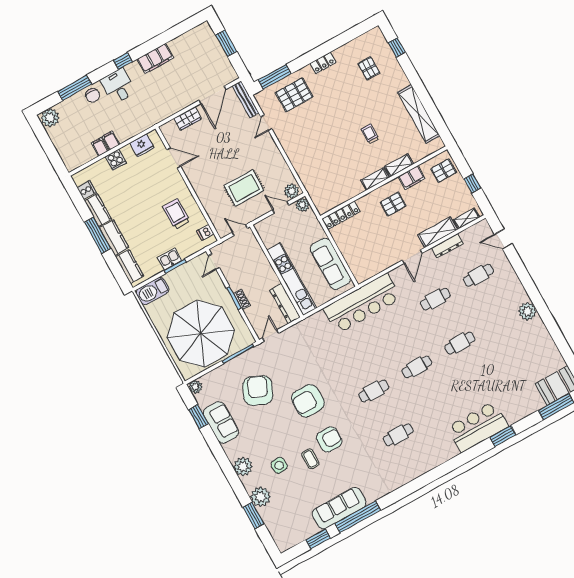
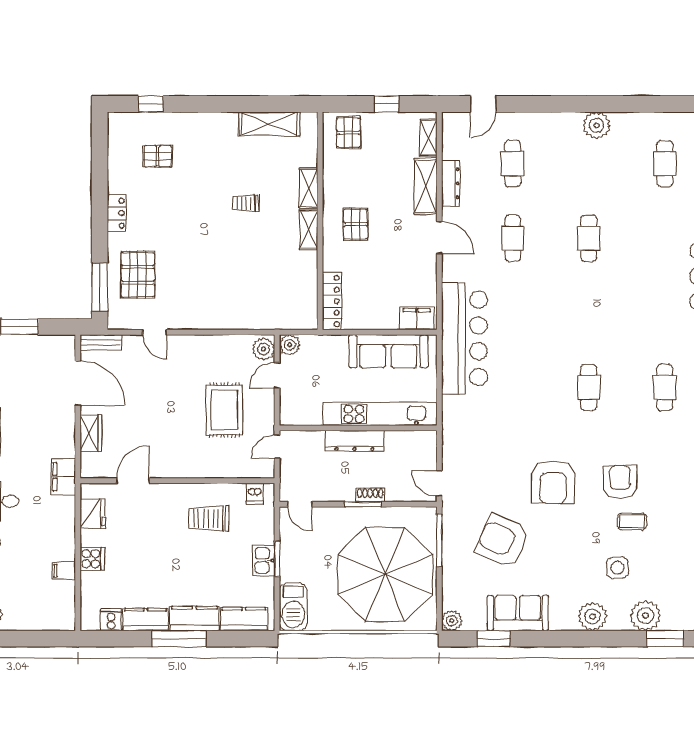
bench: (246, 99) -> (101, 342), width x0.73
shelving: (419, 114) -> (269, 124), width x0.68
filing cabinet: (111, 140) -> (63, 477), moved, width x2.00
filing cabinet: (412, 177) -> (417, 318), moved, turned -90
dresser: (285, 304) -> (354, 441), moved
cafe table: (417, 367) -> (665, 164), moved

